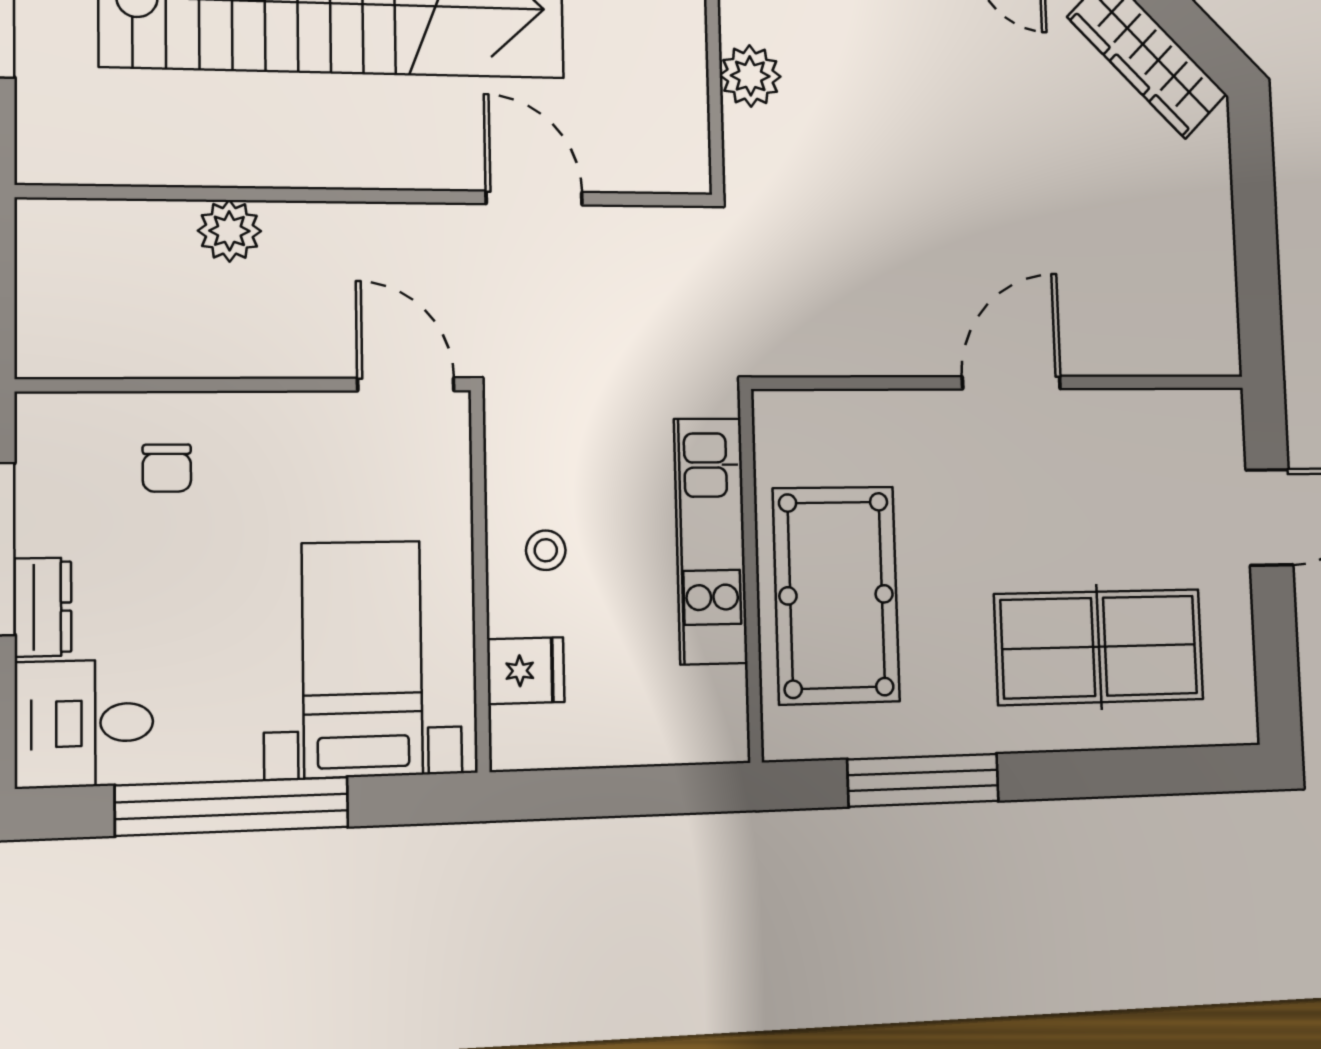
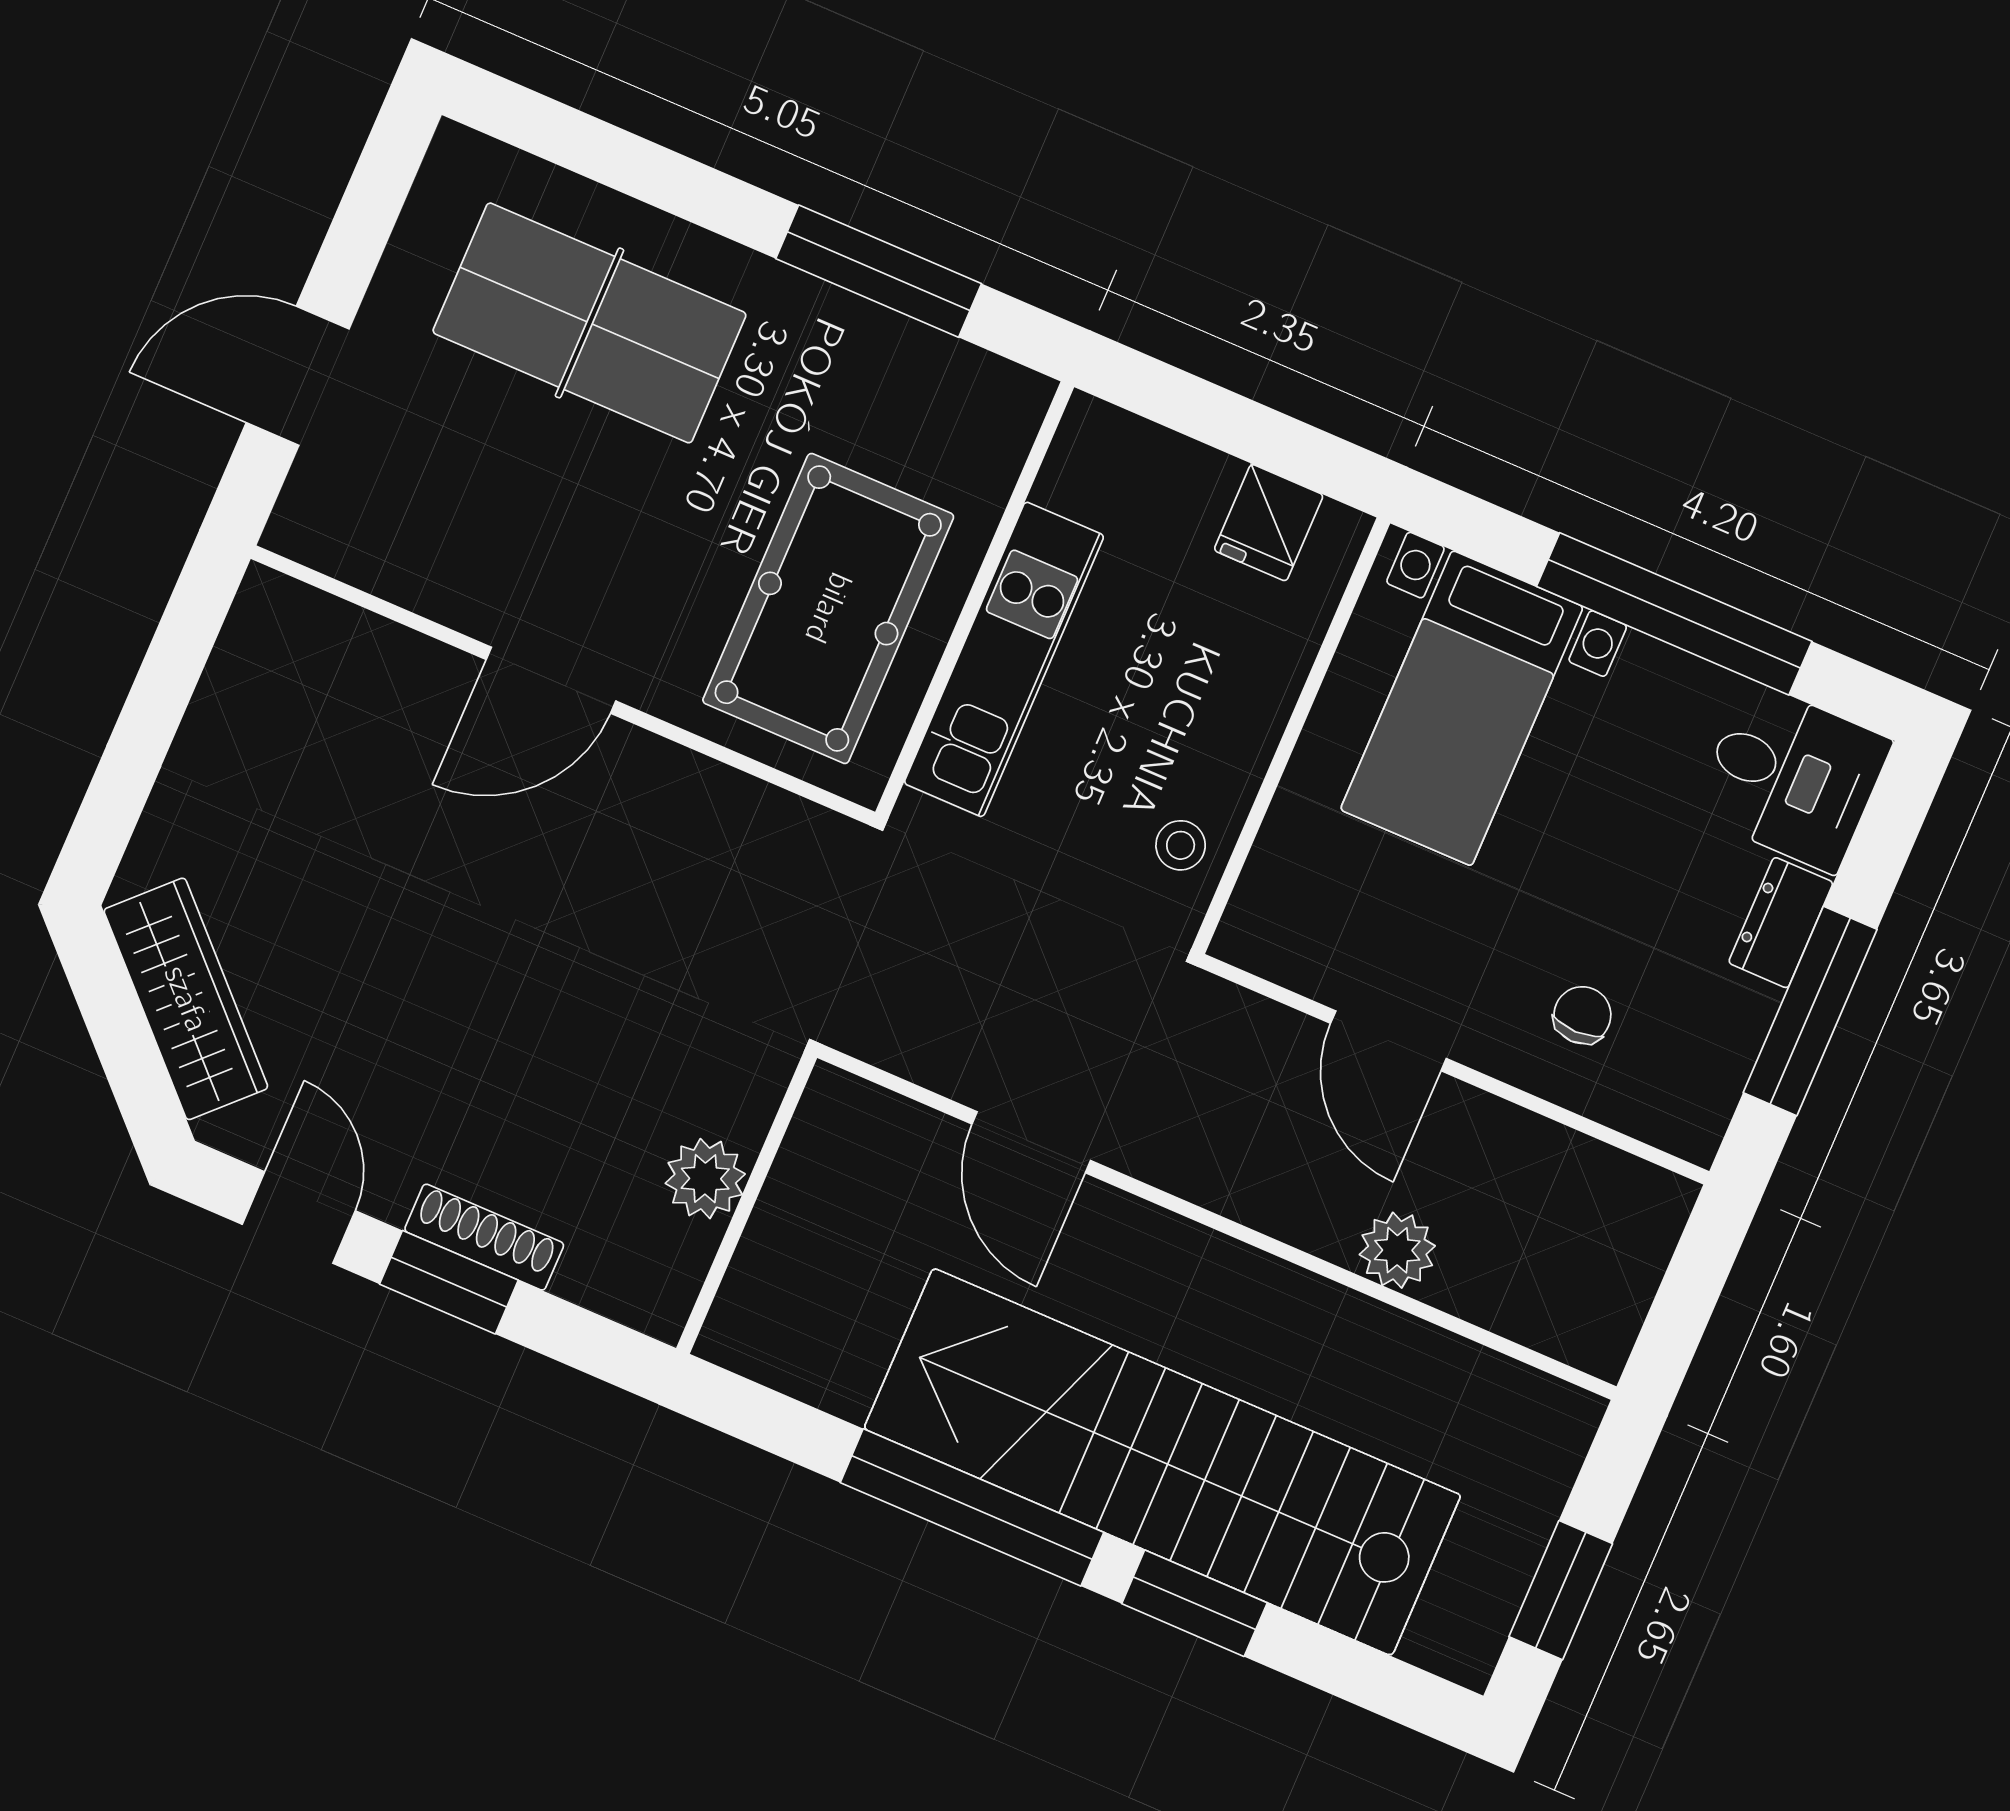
door: (406, 384) -> (1388, 1041), moved
stool: (546, 550) -> (1181, 845), moved
pool table: (836, 595) -> (828, 608), moved
fridge: (526, 671) -> (1269, 523), moved, turned -90

